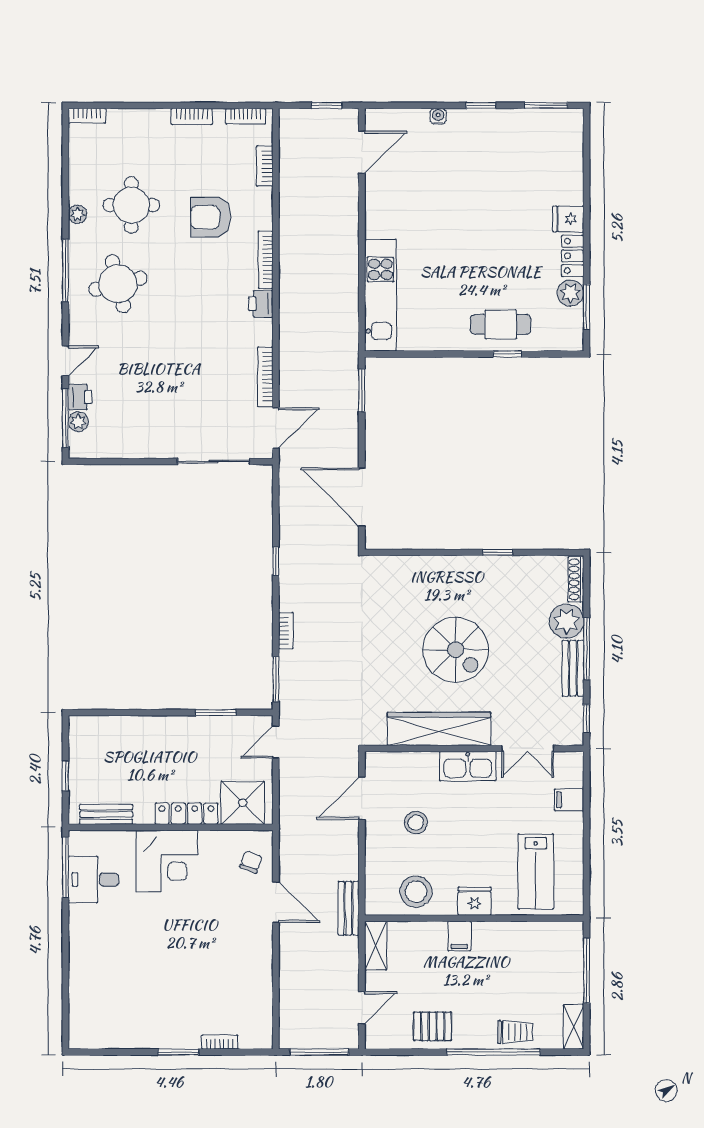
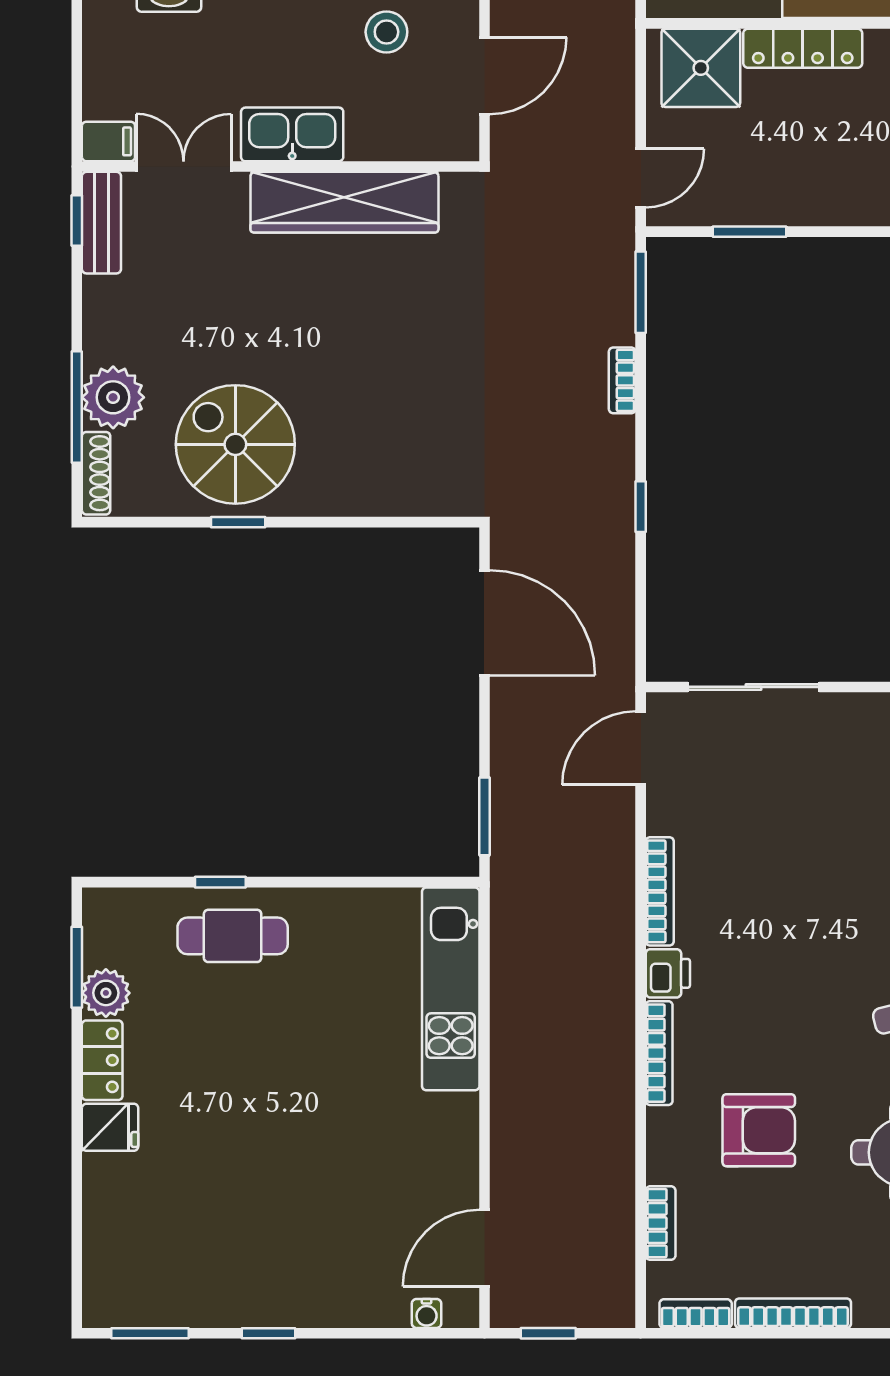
bookcase: (192, 116) -> (793, 1313), width x1.56
water cooler: (438, 116) -> (427, 1313), moved
bookcase: (265, 377) -> (660, 891), moved
window: (587, 649) -> (77, 407), moved
spiral stairs: (456, 650) -> (235, 444), moved
bench: (573, 668) -> (101, 223), moved
filing cabinet: (569, 800) -> (108, 141), moved

